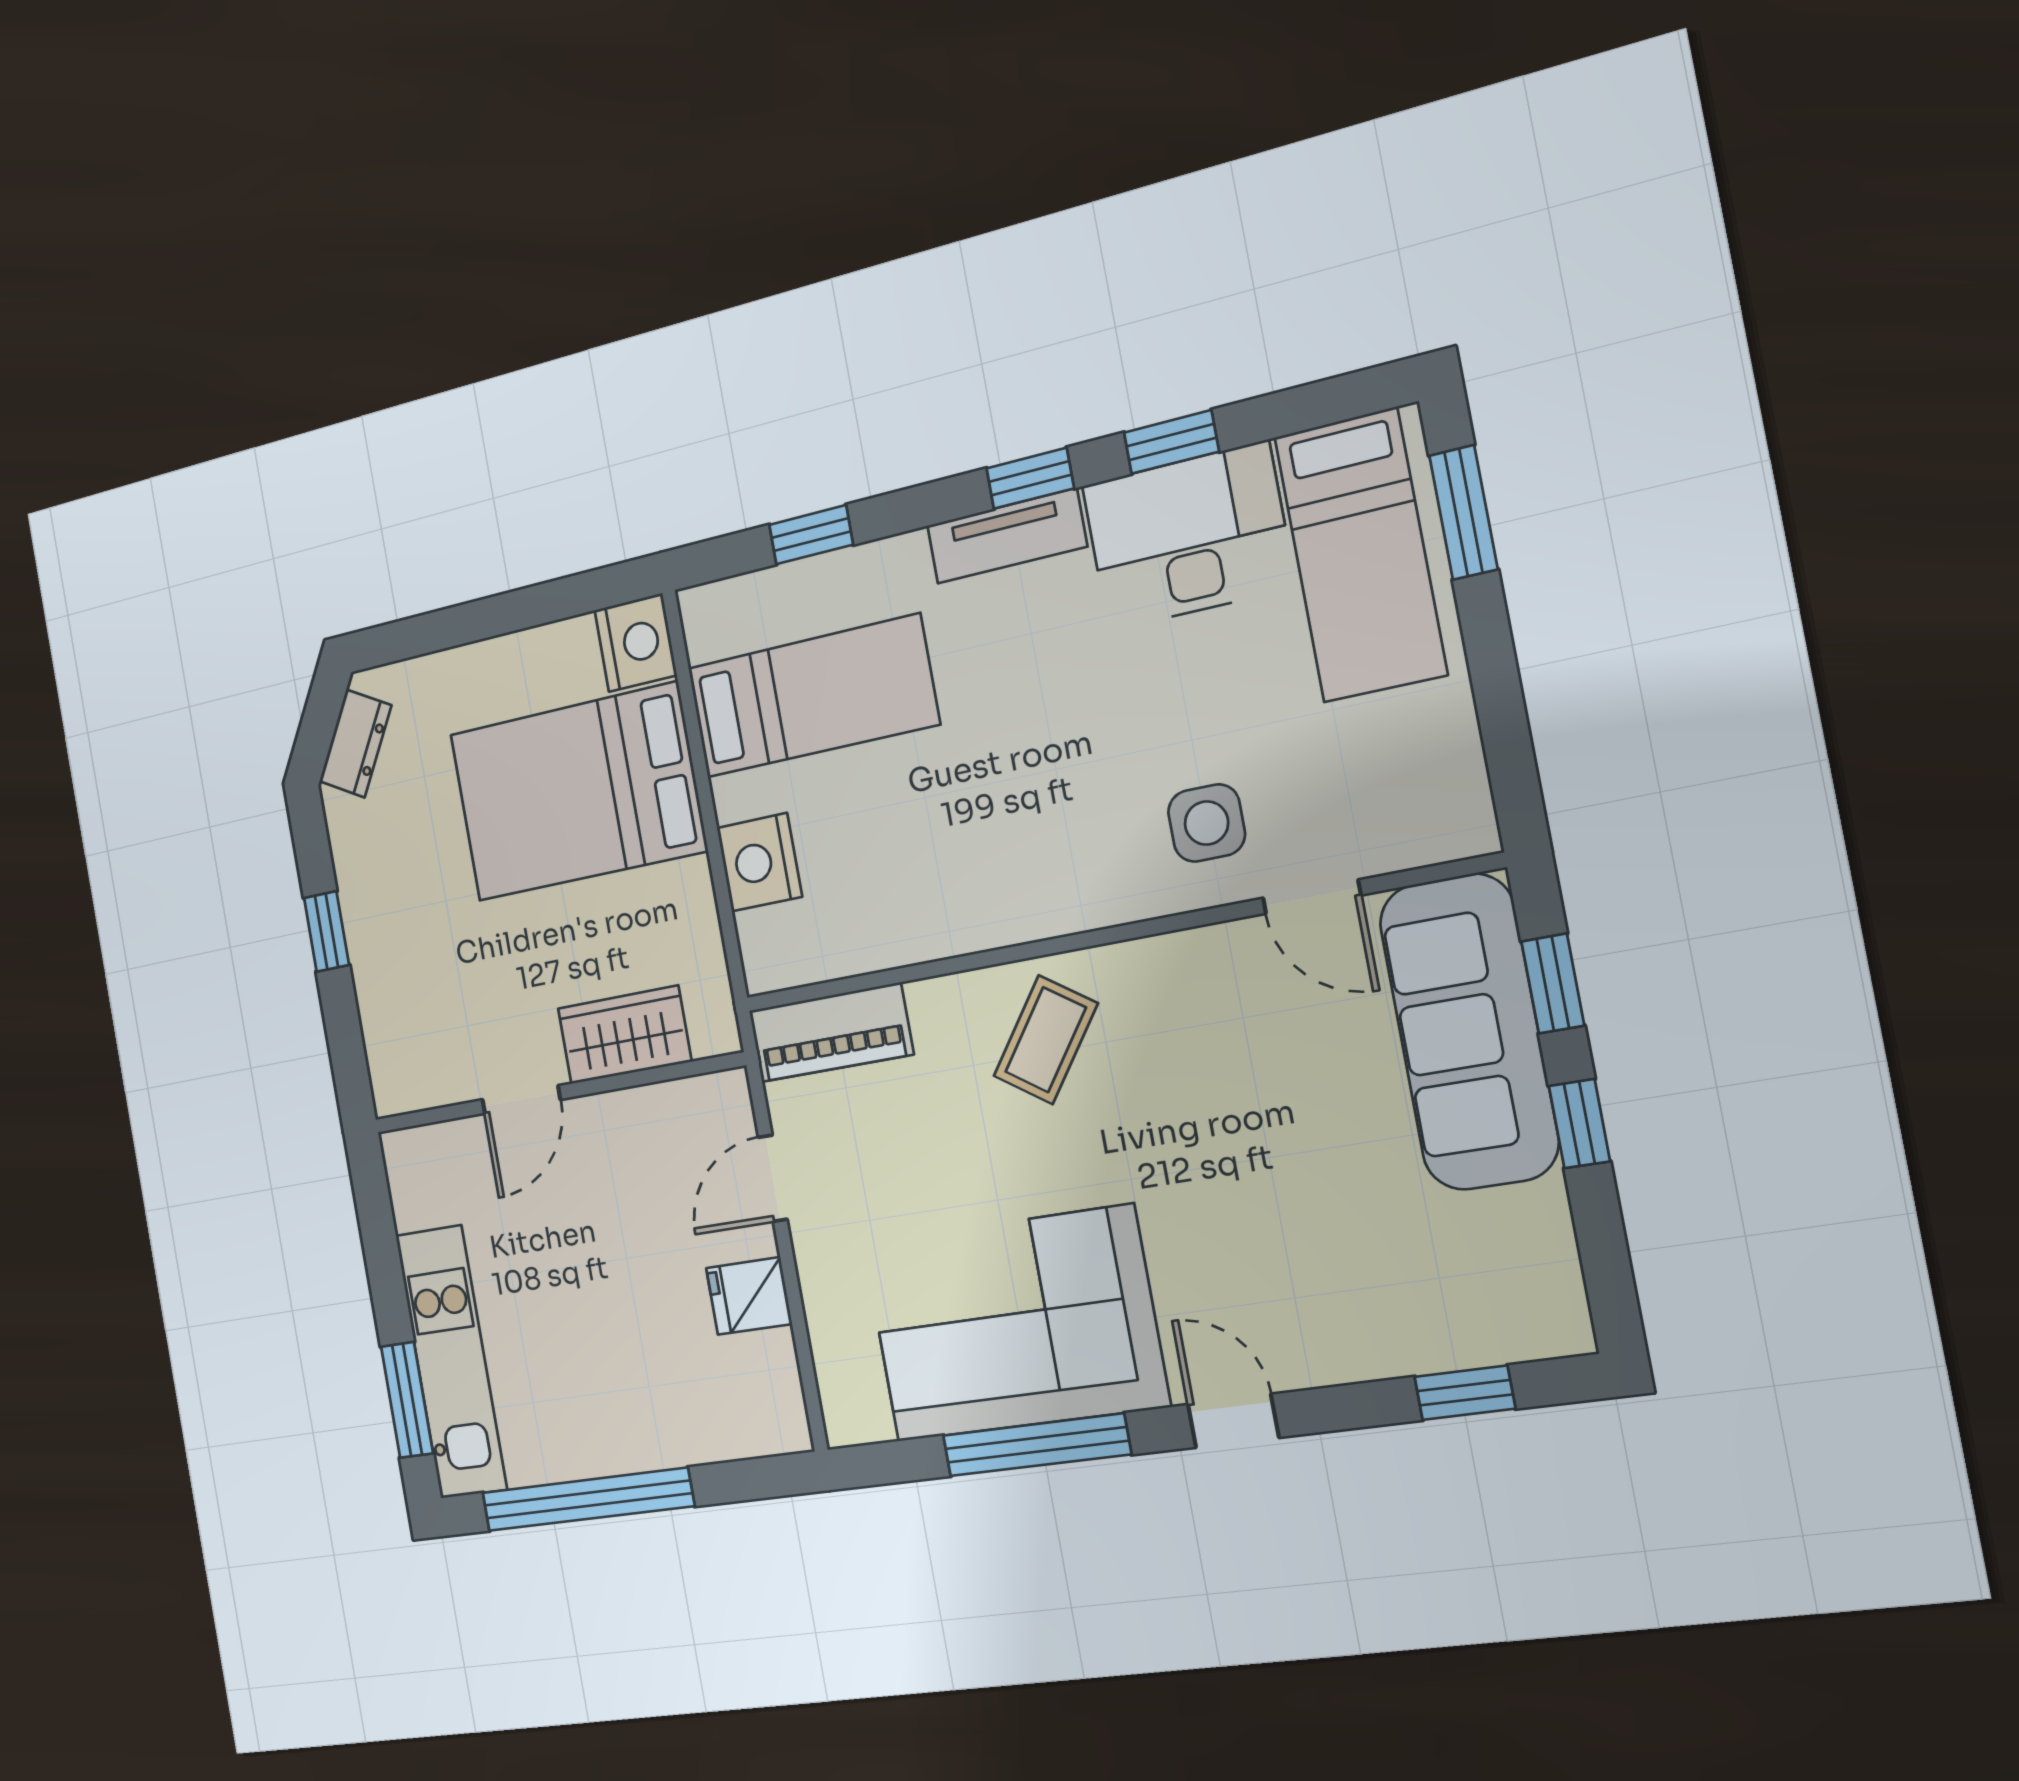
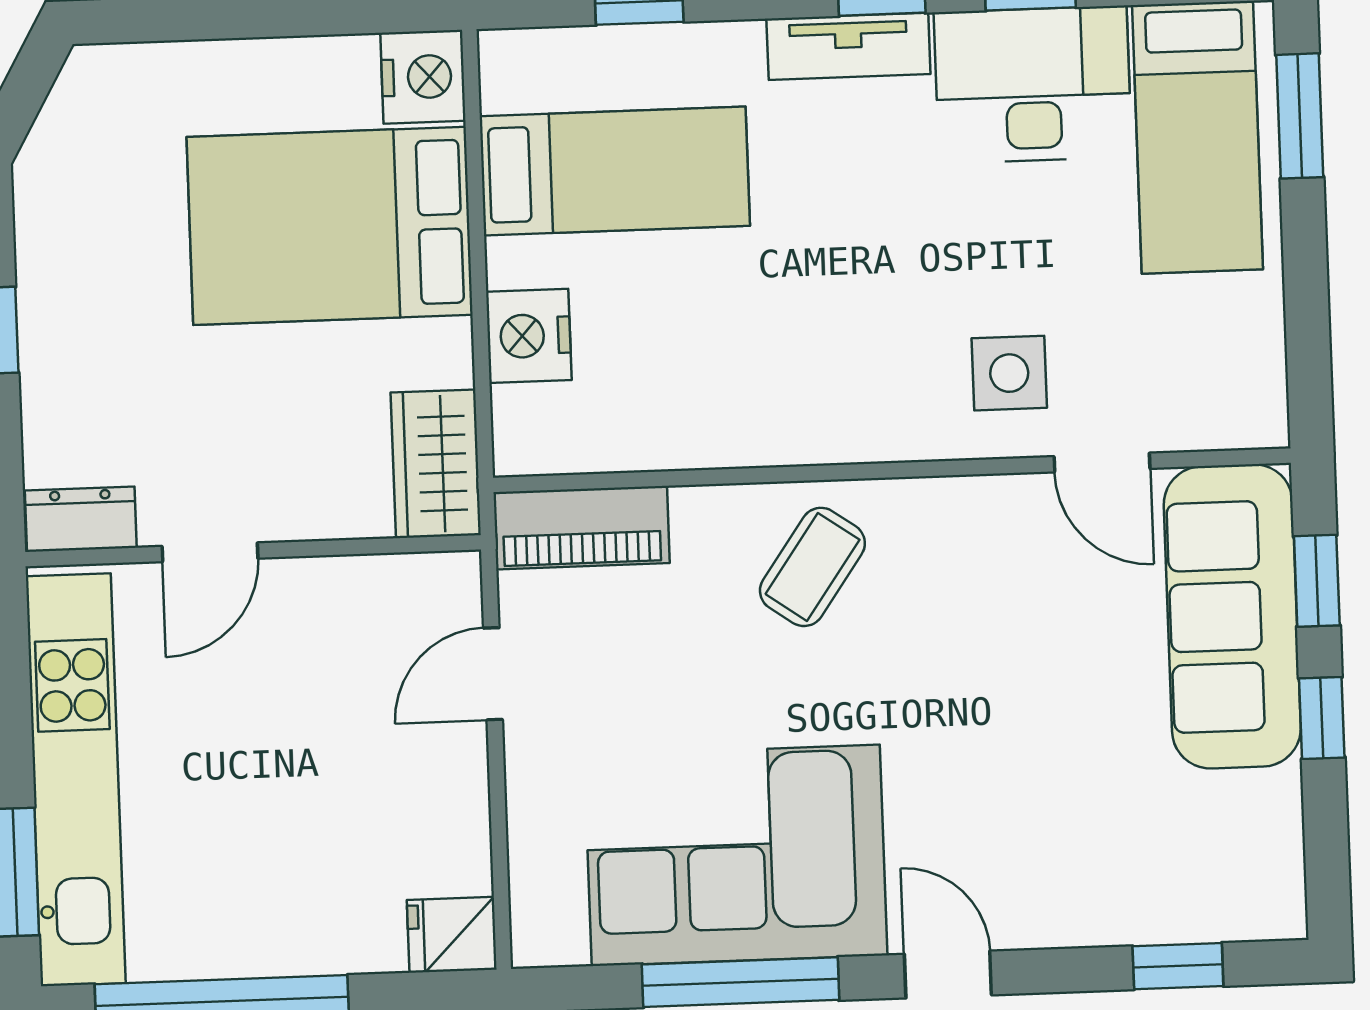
dresser: (355, 743) -> (81, 519), moved, turned -119
wardrobe: (624, 1035) -> (436, 464), moved, turned -90
fridge: (749, 1296) -> (452, 935), moved
kitchen unit: (451, 1362) -> (76, 780), width x1.36

